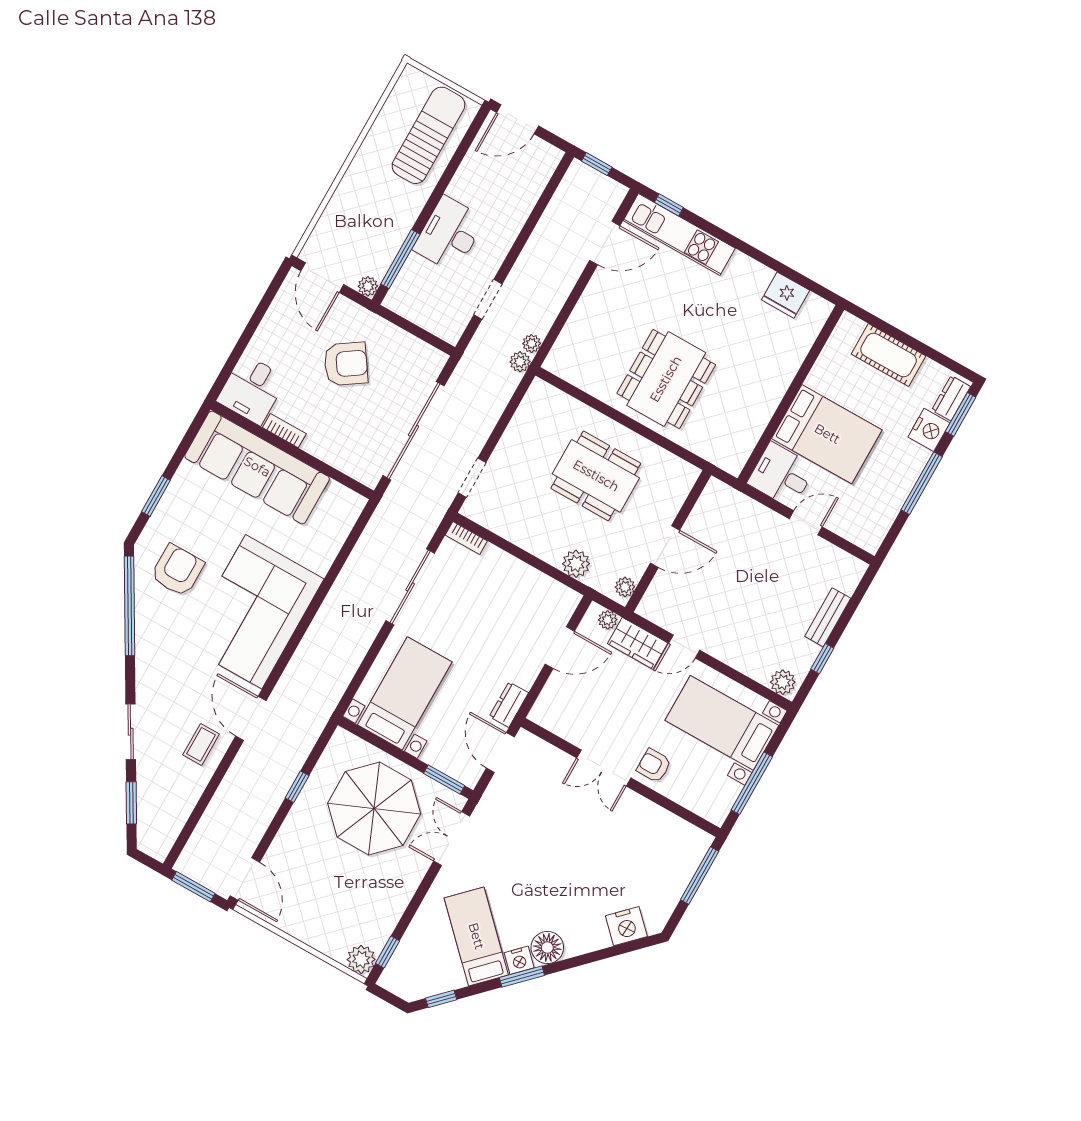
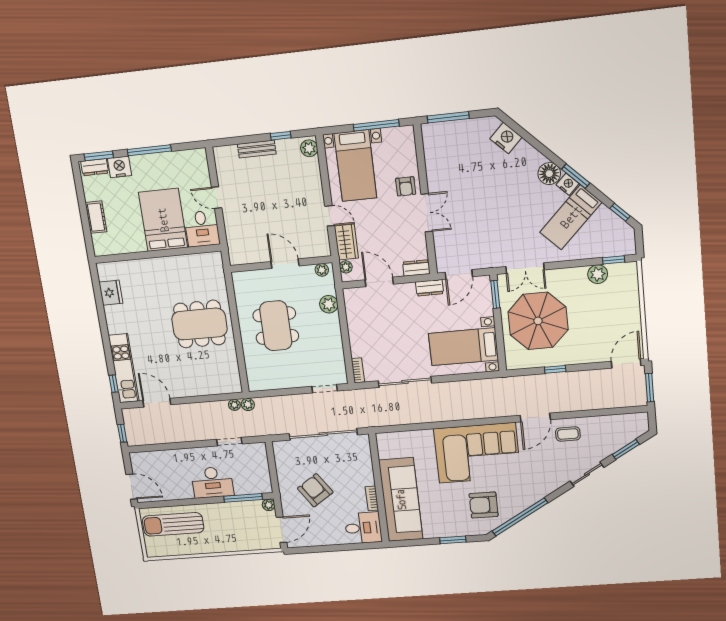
cot: (889, 355) -> (96, 217), width x0.73, depth x0.75
dresser: (545, 706) -> (416, 268), added
plant: (361, 959) -> (598, 274), moved

